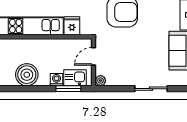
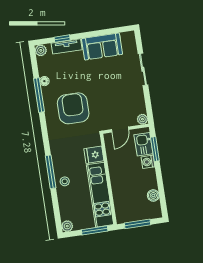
door: (94, 56) -> (120, 130), hinge flipped
boiler: (27, 75) -> (153, 195), width x0.54, depth x0.54

